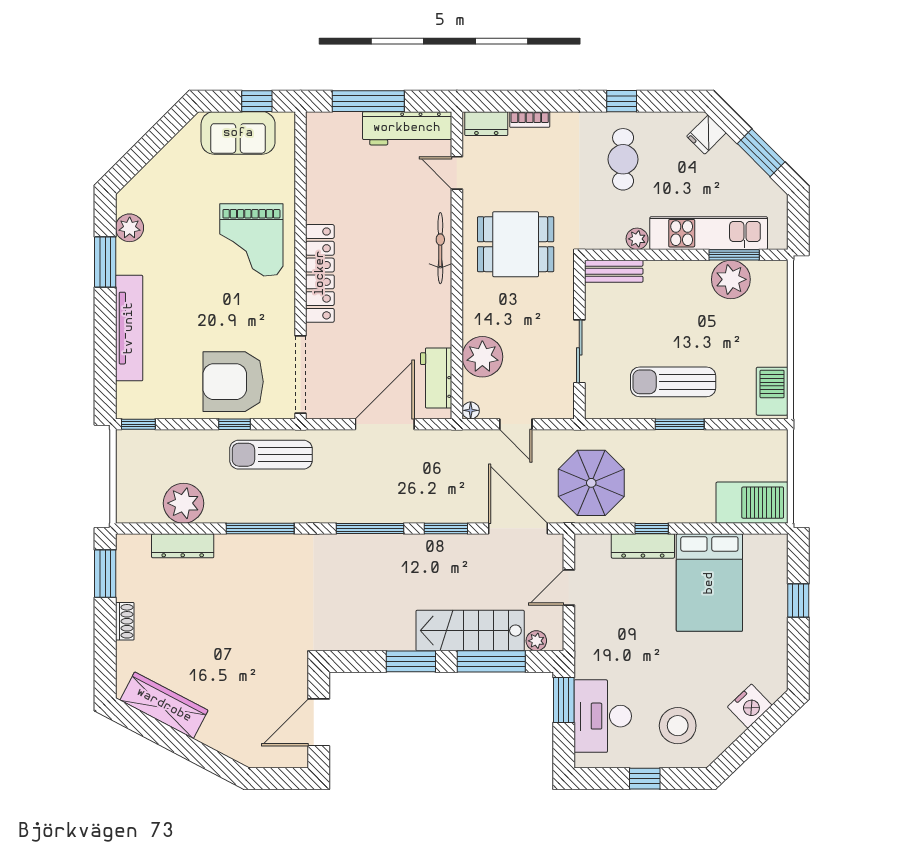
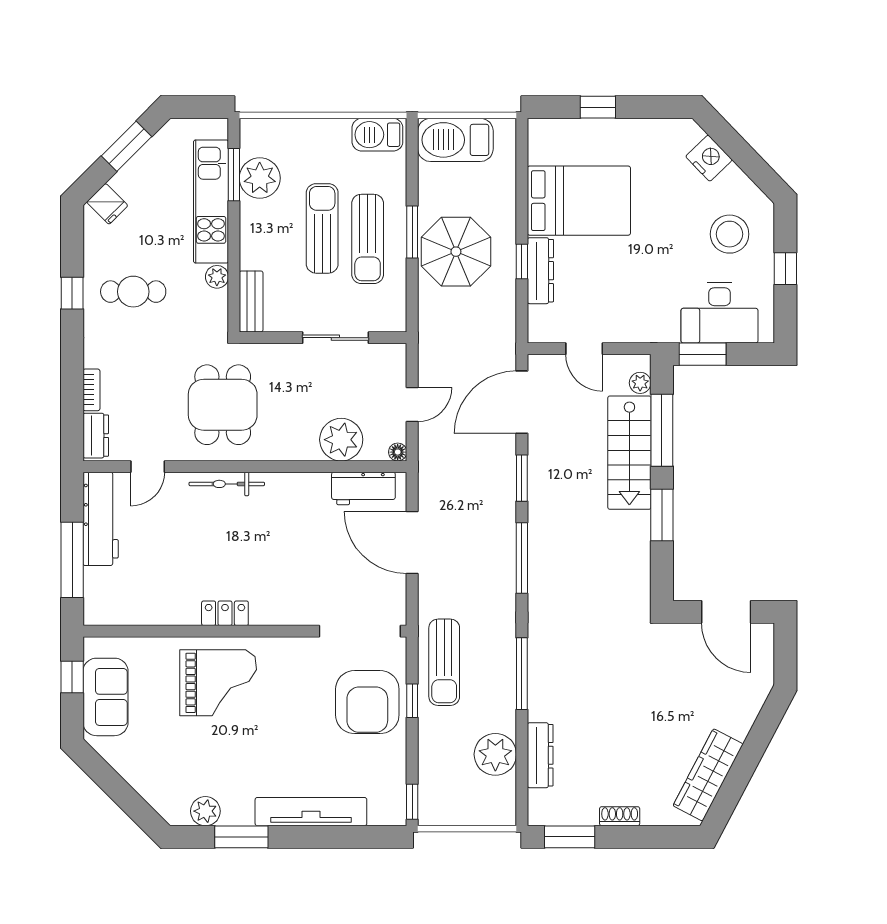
locker: (320, 273) -> (225, 613), width x0.46, depth x0.83
sun lounger: (683, 339) -> (322, 228), added
parasol: (591, 483) -> (456, 252), moved
barbecue: (752, 503) -> (455, 140), moved, turned -90

